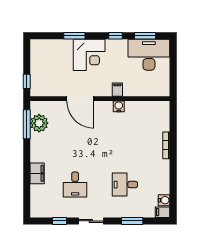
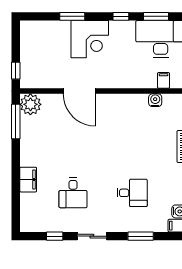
filing cabinet: (117, 90) -> (163, 80), moved
water cooler: (119, 106) -> (155, 100), moved
plant: (39, 123) -> (30, 104), moved
desk: (125, 185) -> (132, 193), turned 180

